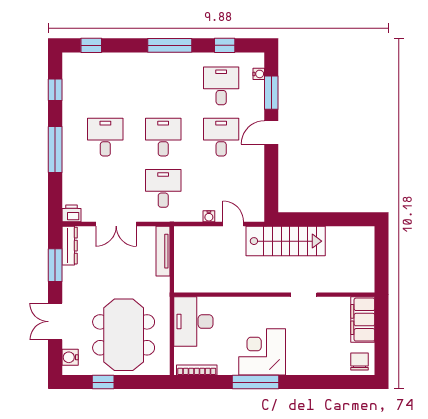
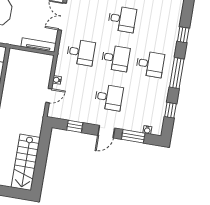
window: (91, 45) -> (183, 35), moved
desk: (221, 86) -> (150, 64), moved
door: (271, 132) -> (106, 132), swing flipped
window: (271, 179) -> (75, 126), added
stairs: (286, 241) -> (26, 162), moved

